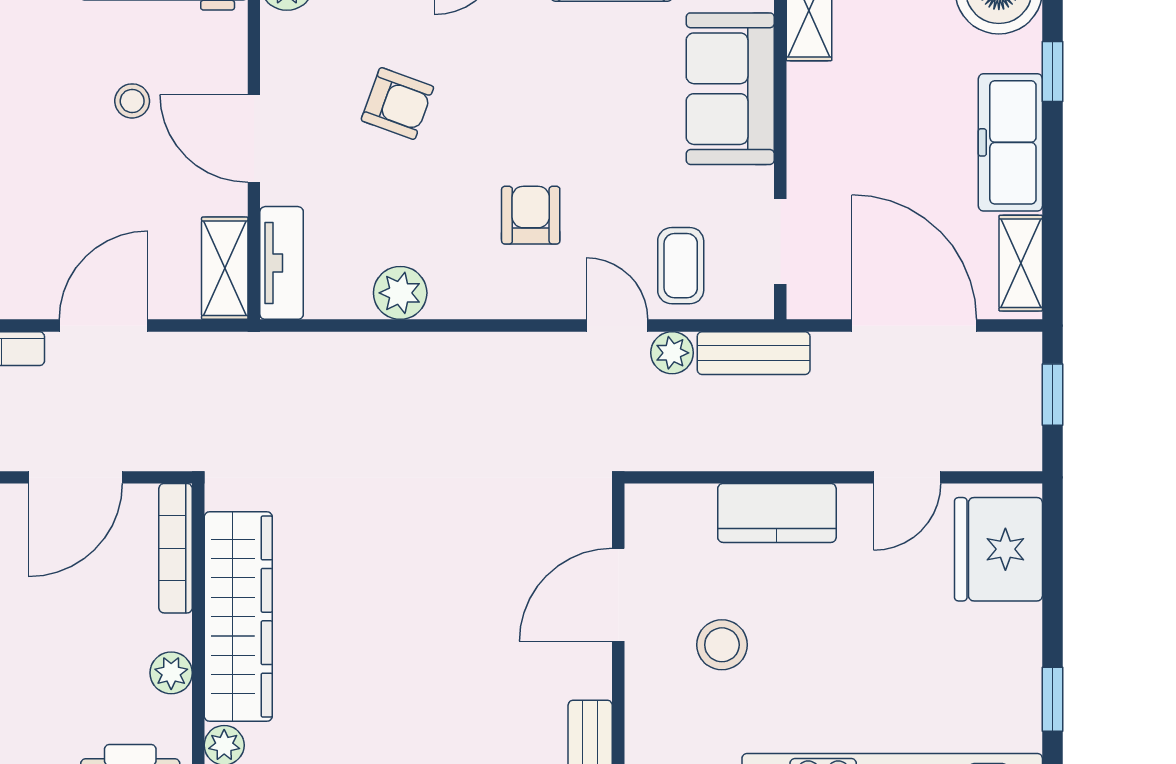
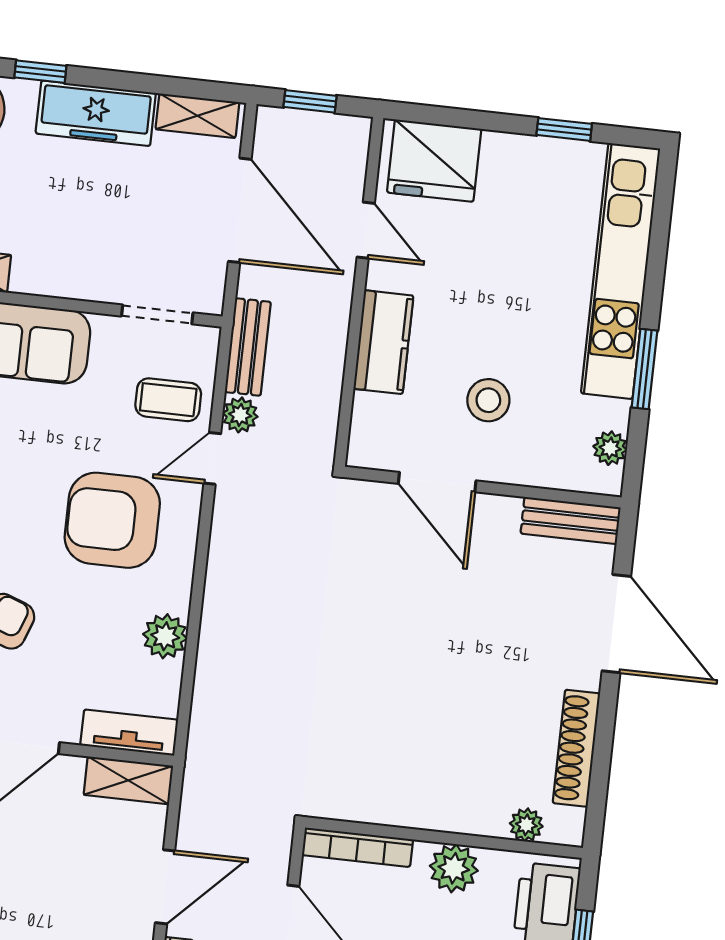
armchair: (531, 215) -> (112, 520), width x1.88, depth x1.88
door: (104, 326) -> (165, 887), swing flipped
door: (914, 326) -> (240, 210), swing flipped
wardrobe: (238, 617) -> (420, 801), removed
plant: (171, 673) -> (454, 868), width x1.38, depth x1.38

